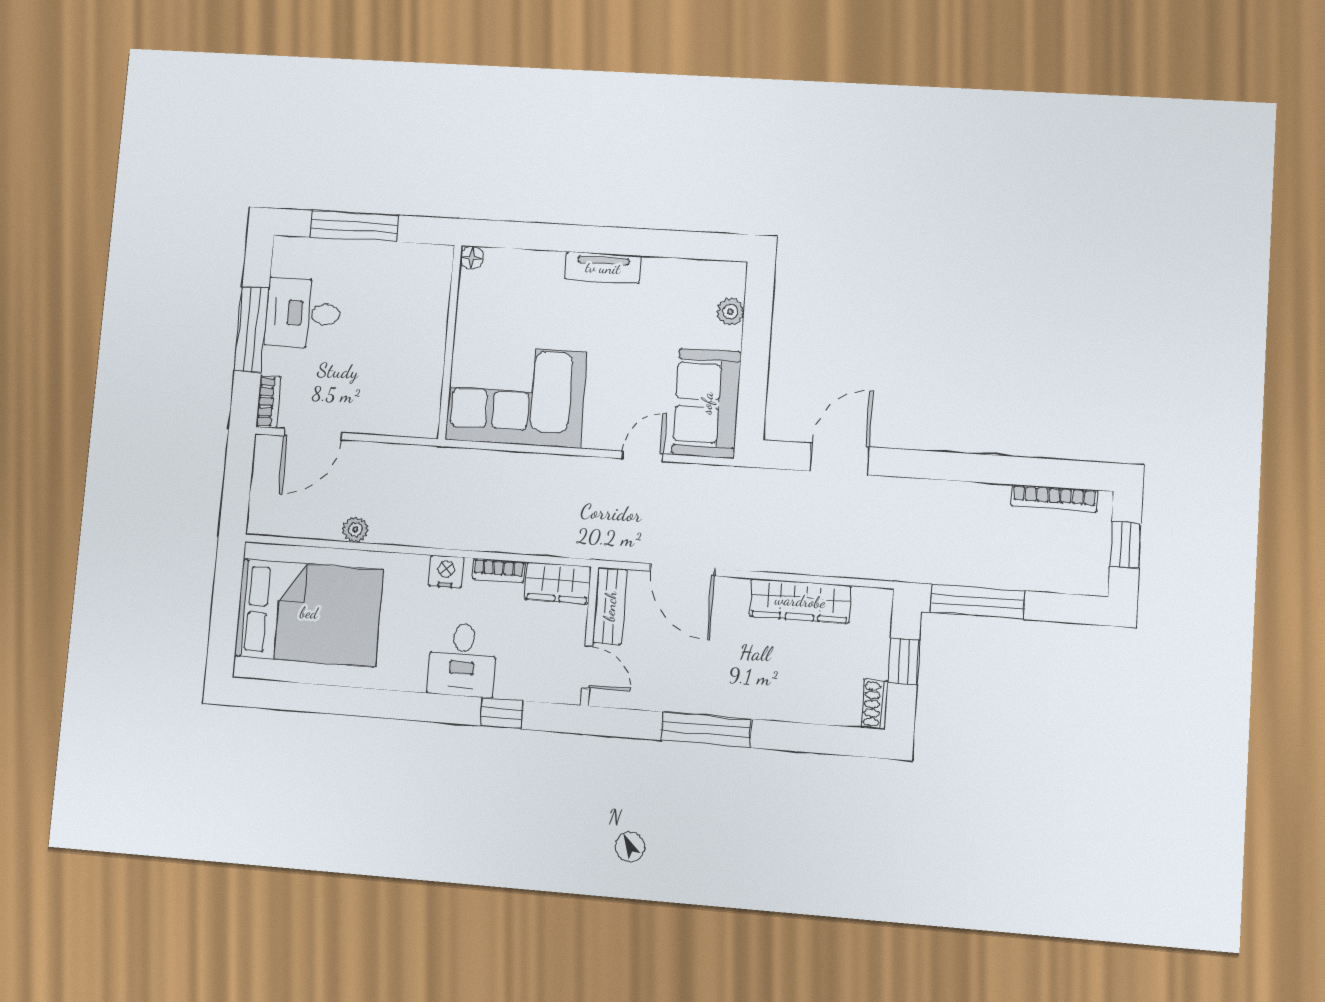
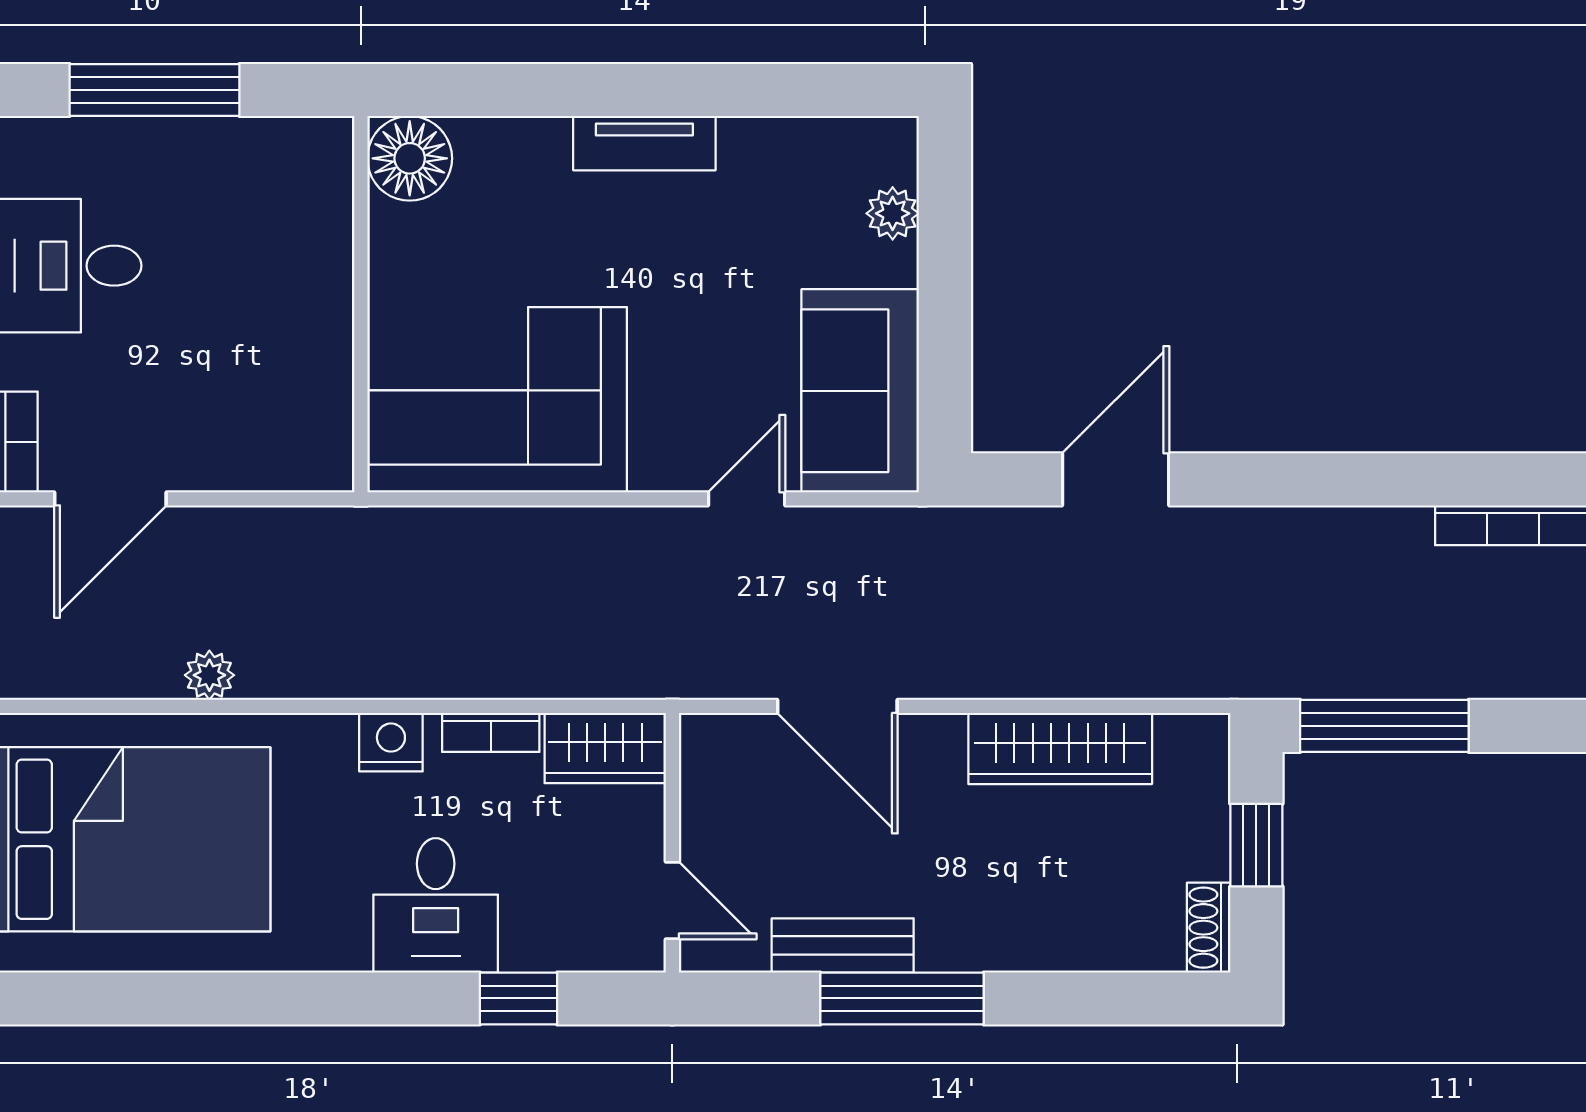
floor lamp: (472, 258) -> (410, 158), width x1.89, depth x1.89
bench: (610, 606) -> (843, 945), moved, turned 90

